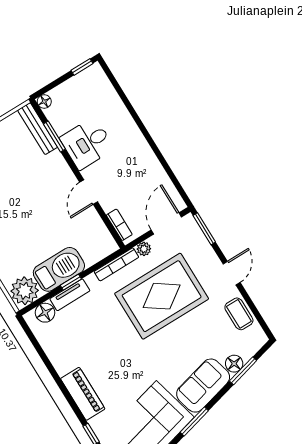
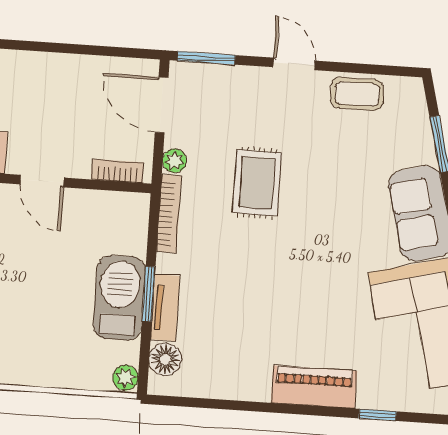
window: (71, 282) -> (149, 294), width x1.50
plant: (25, 291) -> (126, 378), width x0.53, depth x0.53
rug: (162, 296) -> (257, 183), width x0.54, depth x0.49
floor lamp: (234, 364) -> (421, 149), removed

